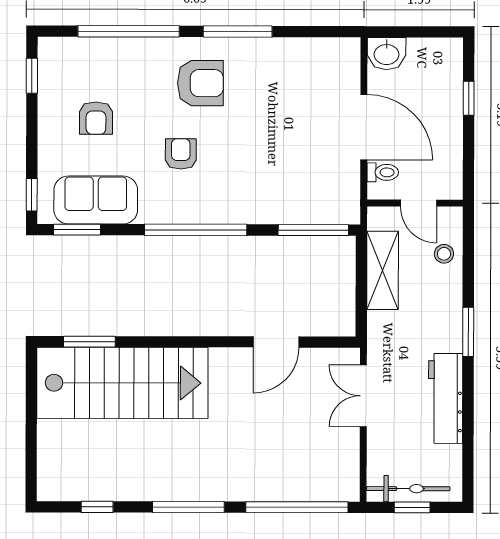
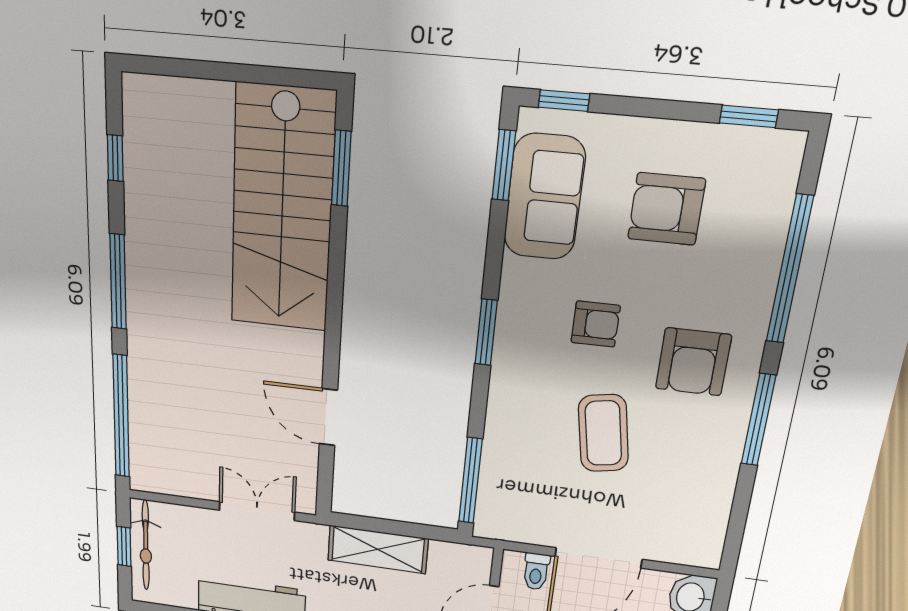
armchair: (96, 118) -> (666, 209), width x1.38, depth x1.38
coffee table: (262, 137) -> (603, 433), added
window: (196, 230) -> (486, 332), width x0.47
shelving: (383, 270) -> (378, 549), moved

